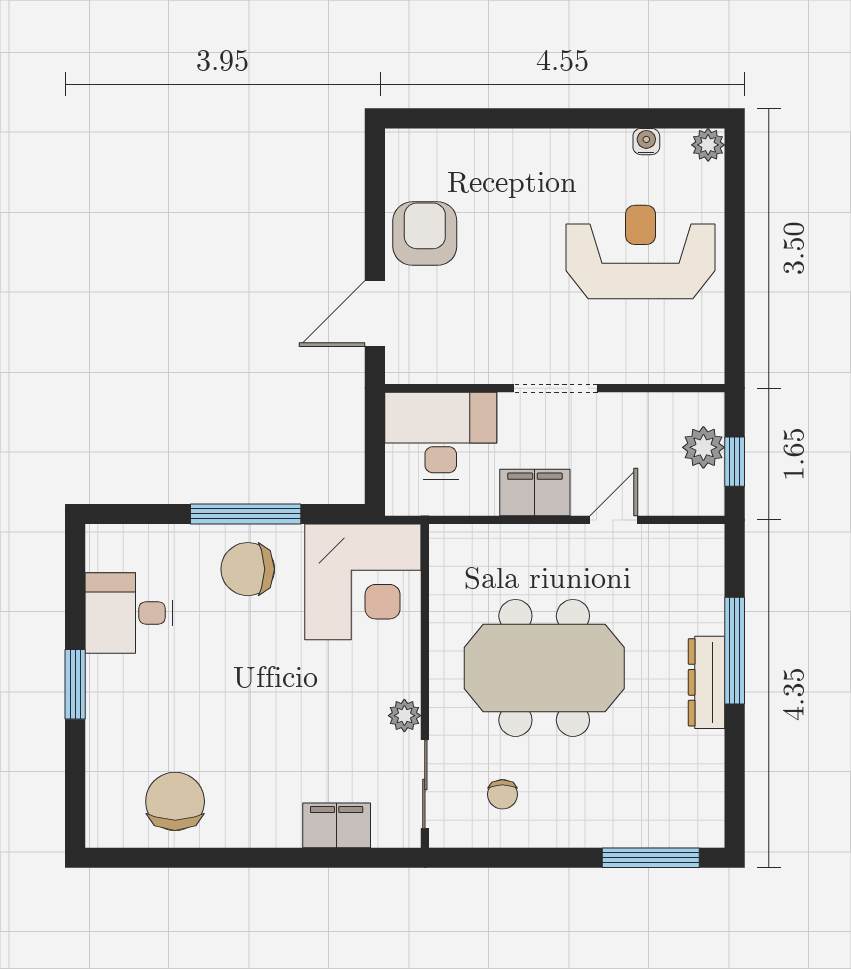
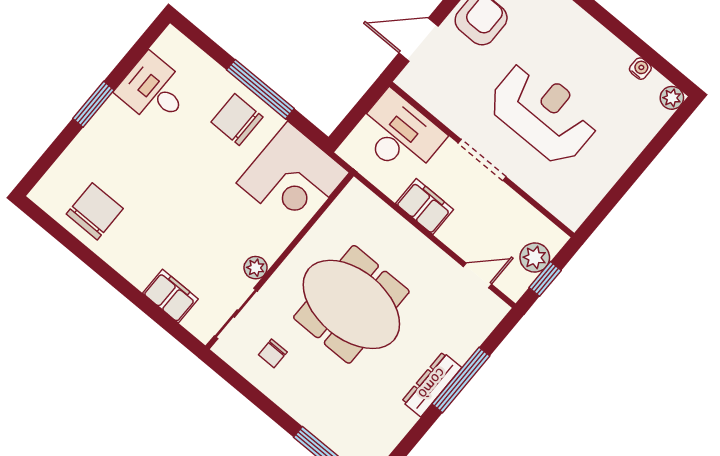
reception desk: (641, 252) -> (543, 113), moved
door: (614, 520) -> (477, 275), moved

